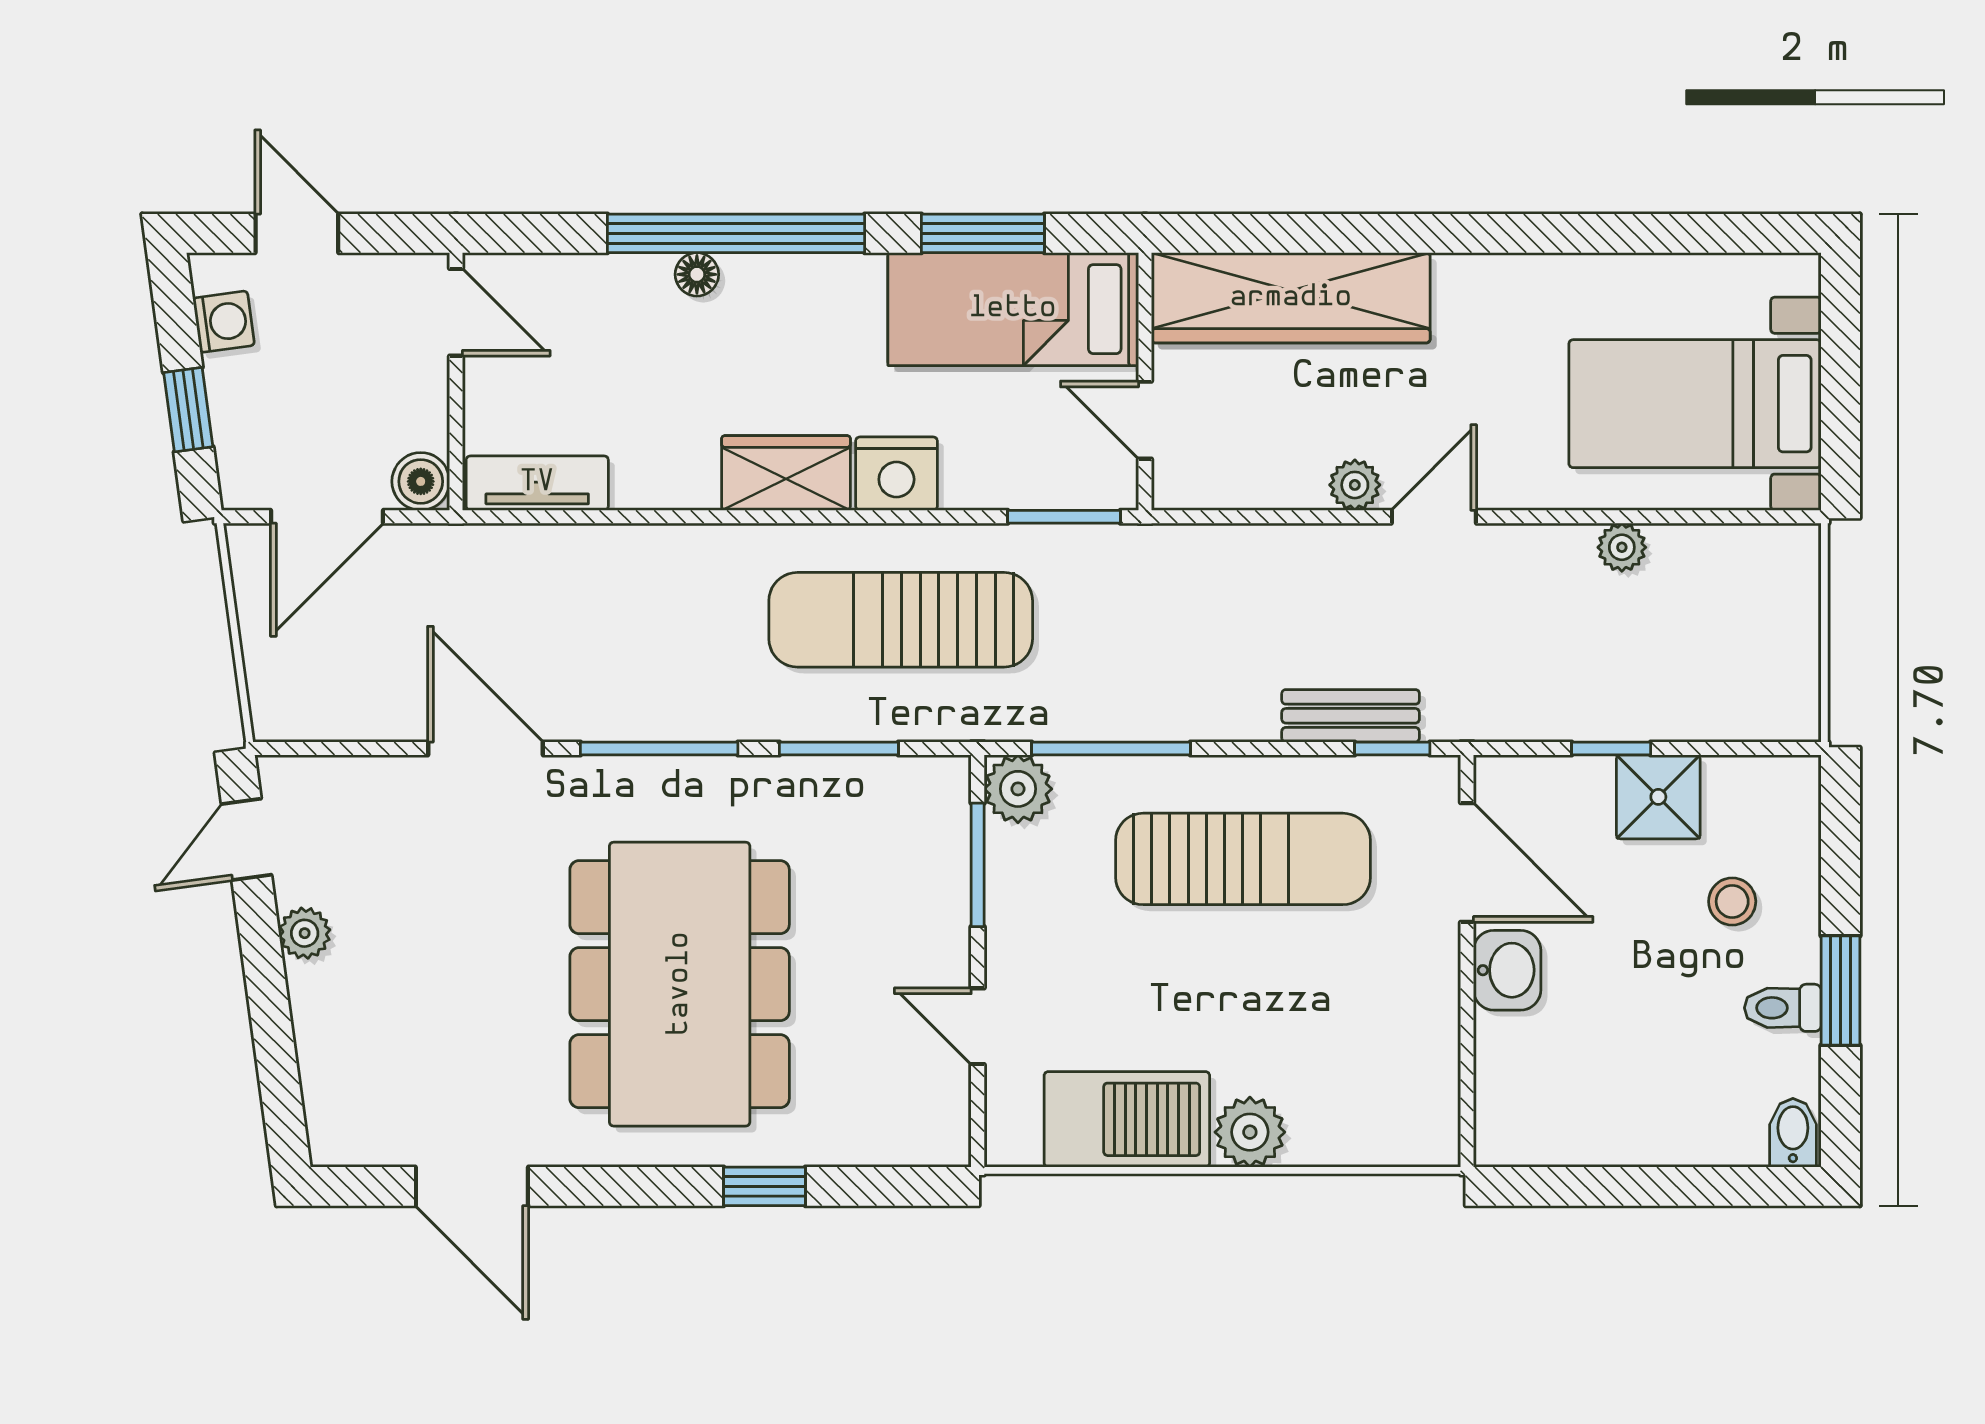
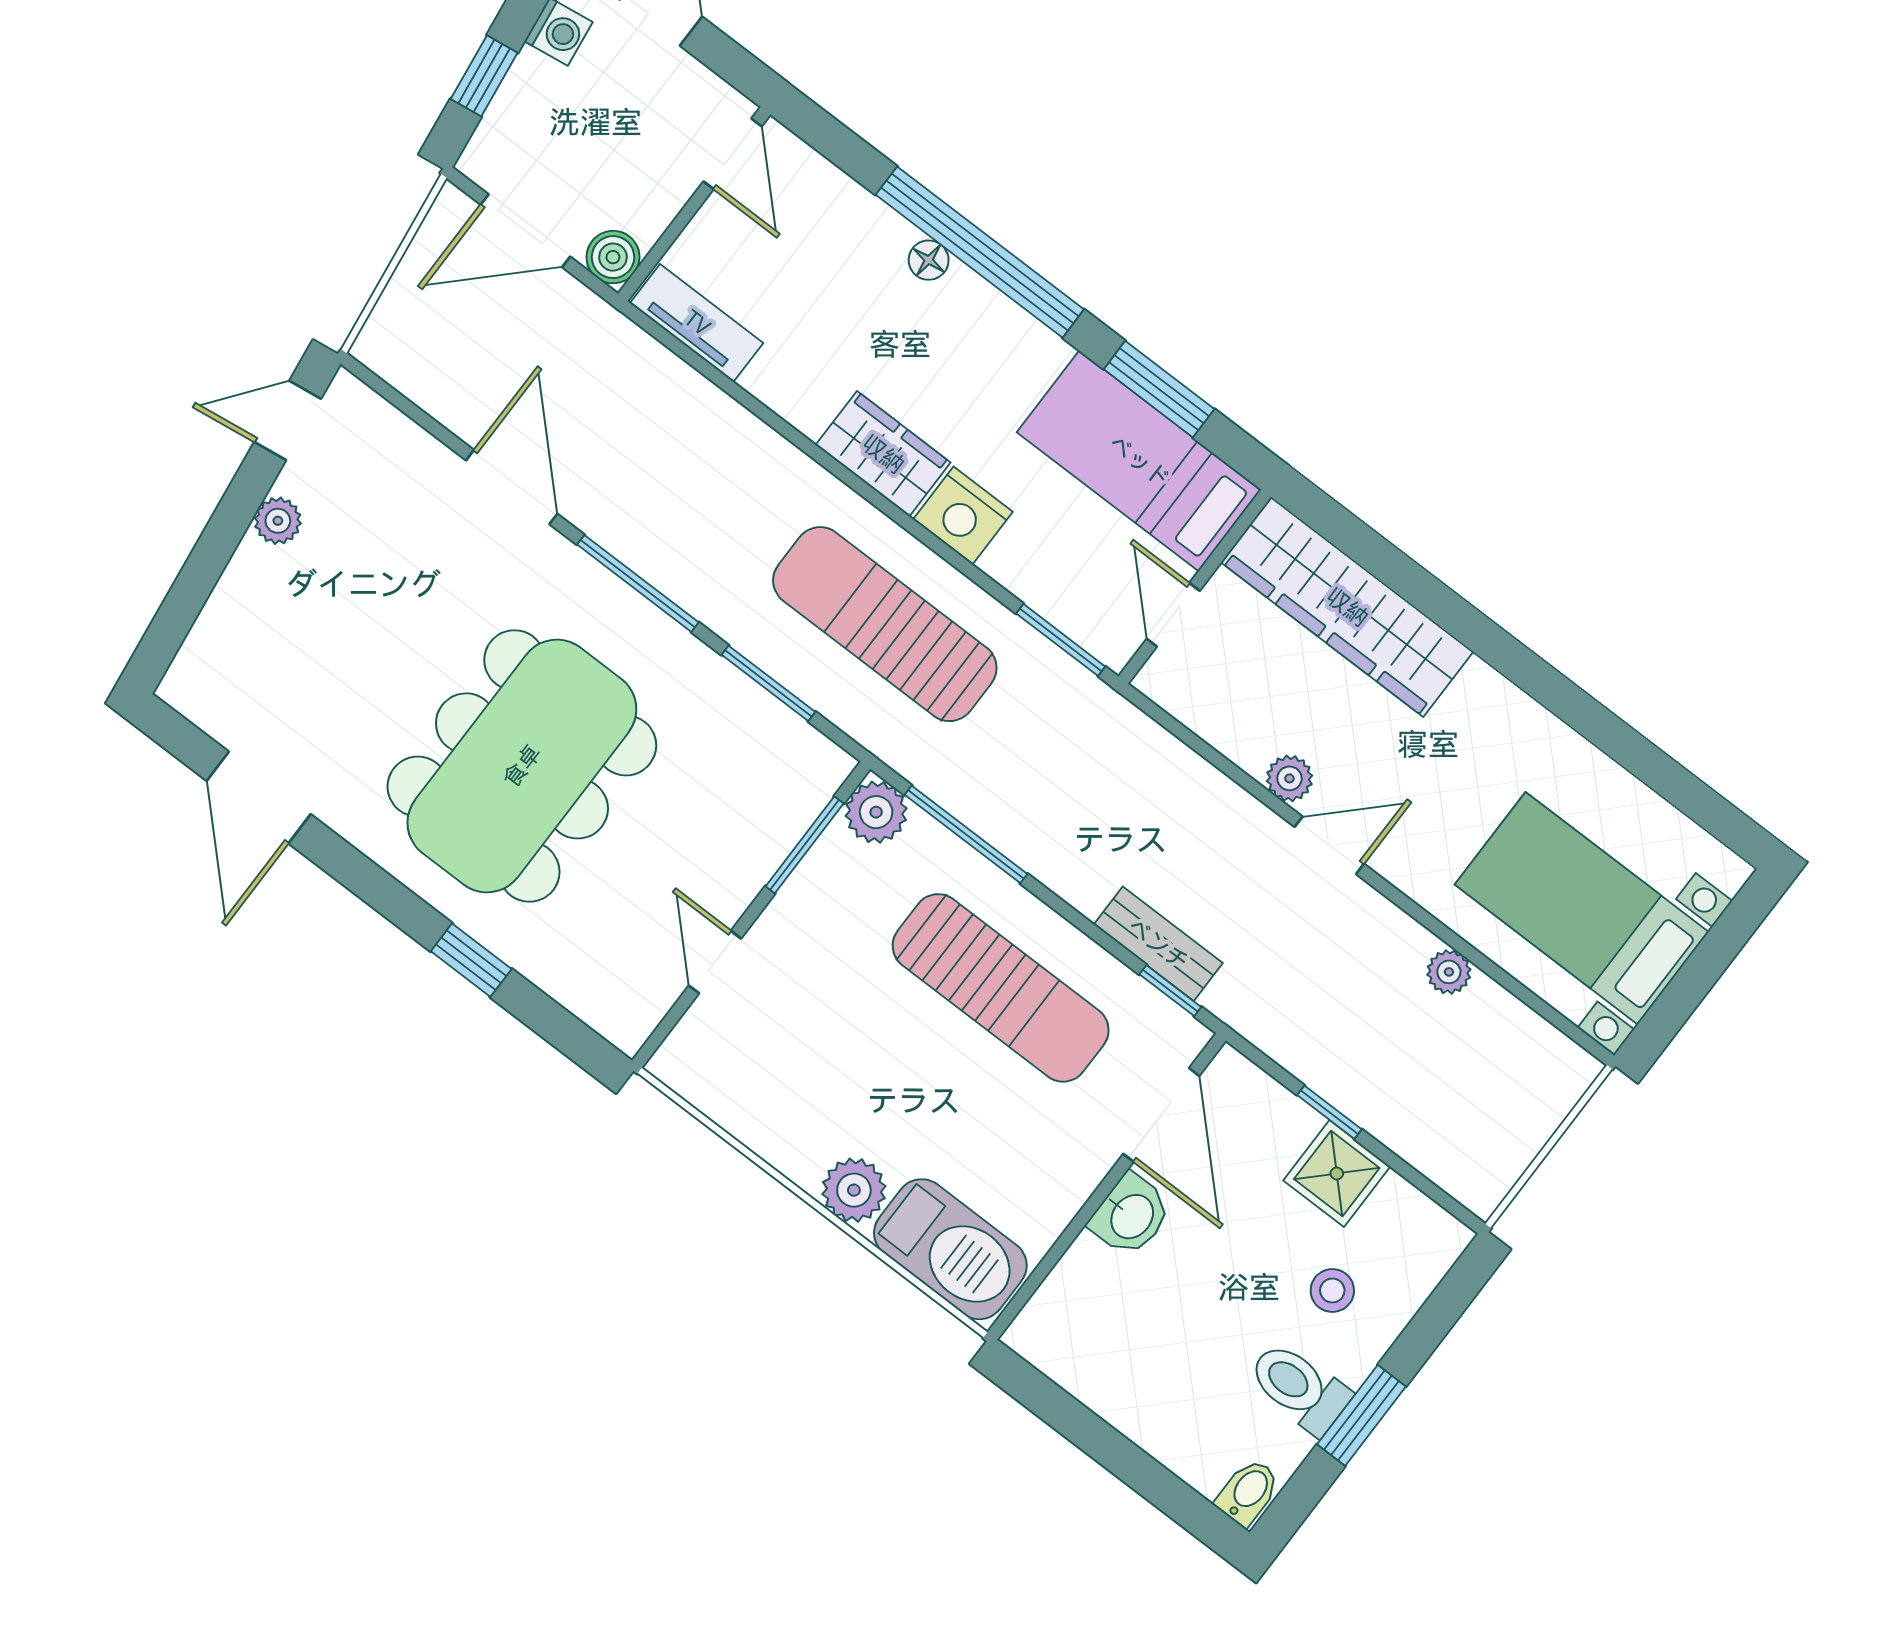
toilet: (1783, 1008) -> (1299, 1388), width x1.37, depth x1.39
barbecue: (1127, 1119) -> (950, 1249), moved

